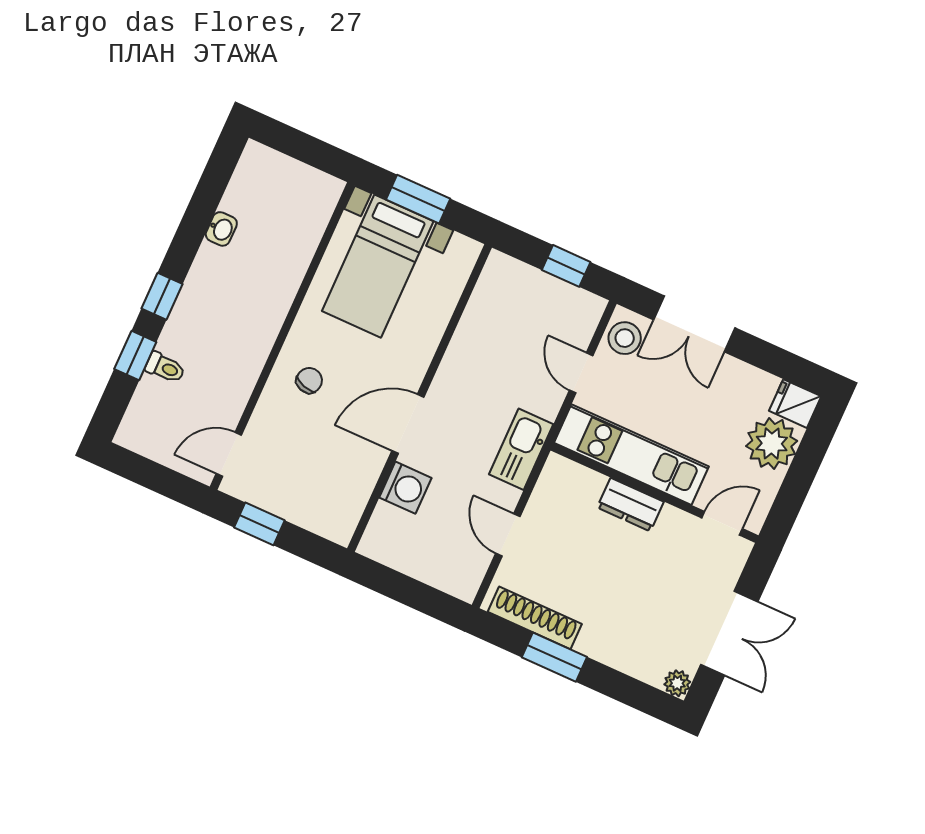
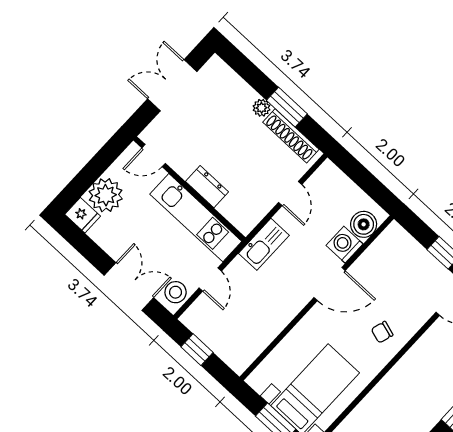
boiler: (388, 526) -> (364, 224), added
plant: (677, 683) -> (262, 108), moved

